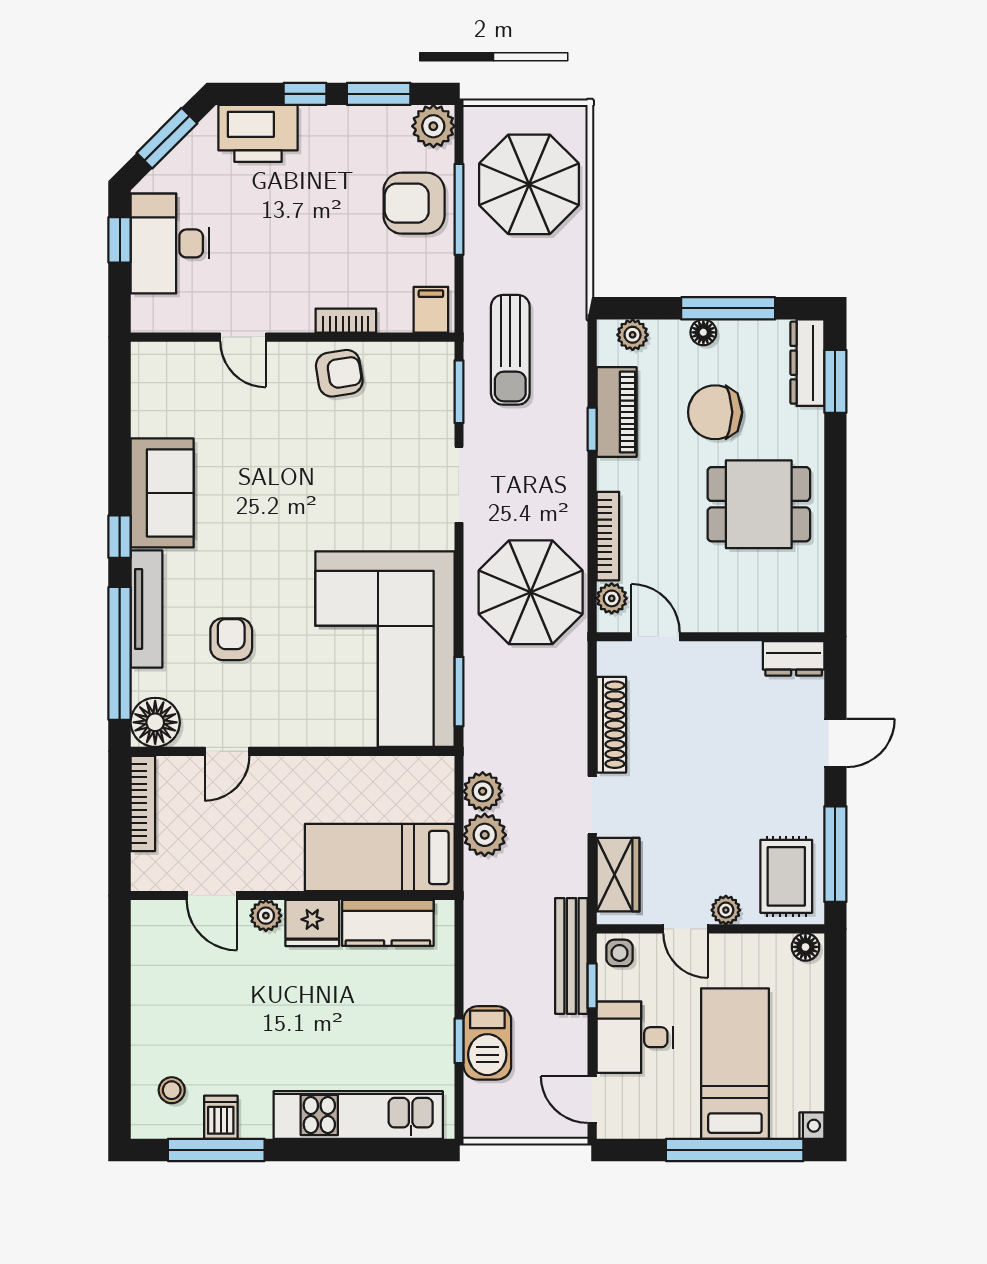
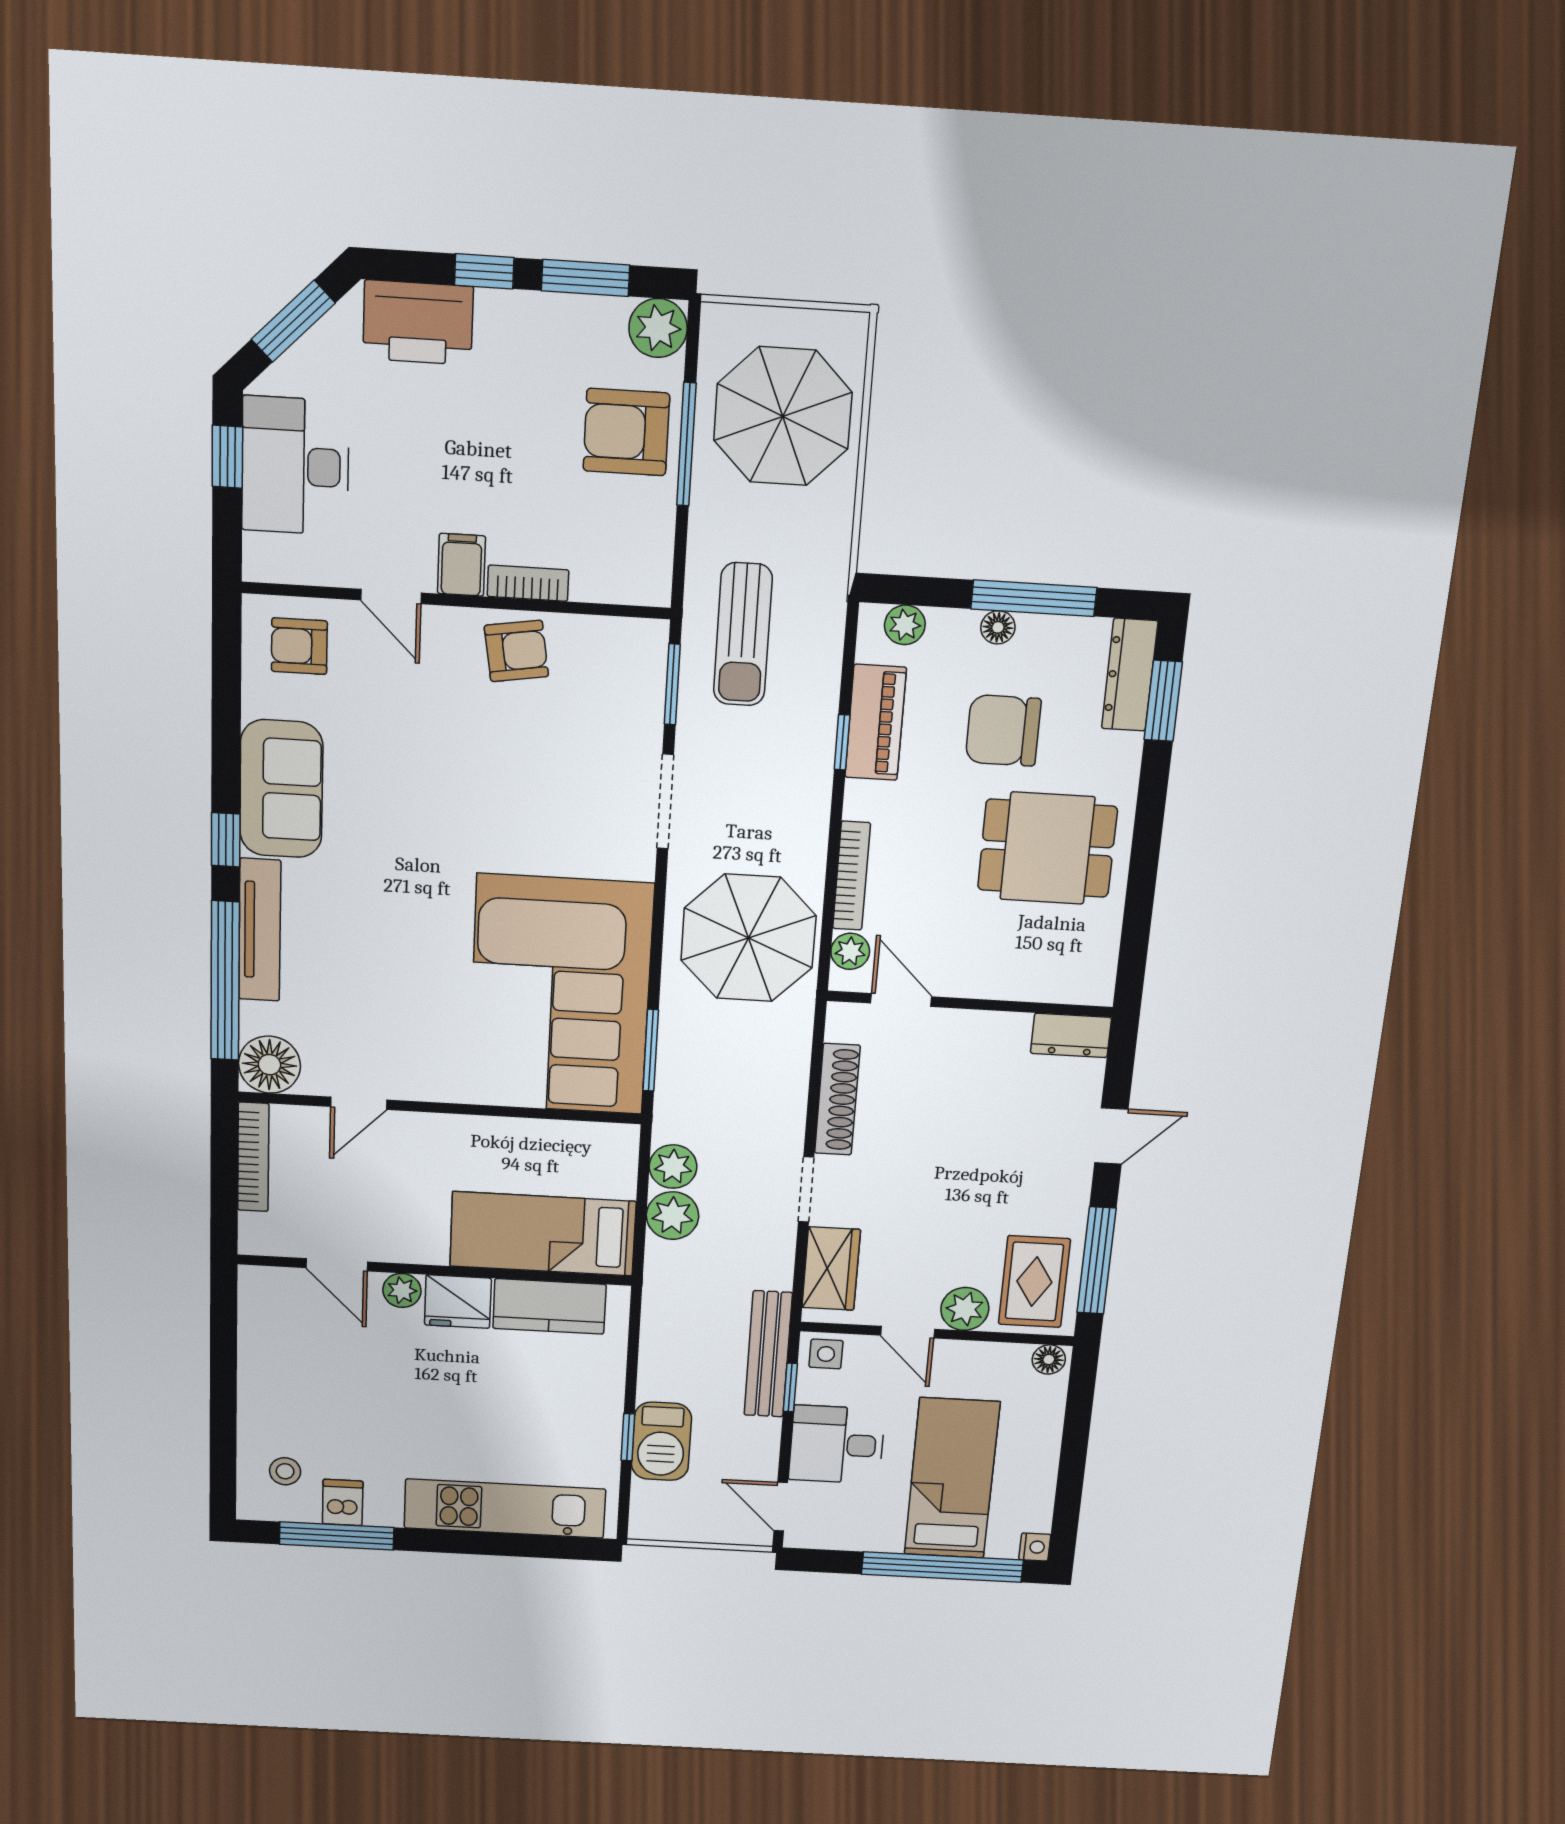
filing cabinet: (431, 310) -> (461, 565), moved
armchair: (231, 639) -> (299, 646), moved, turned -90
plant: (726, 910) -> (965, 1309), width x1.38, depth x1.38

